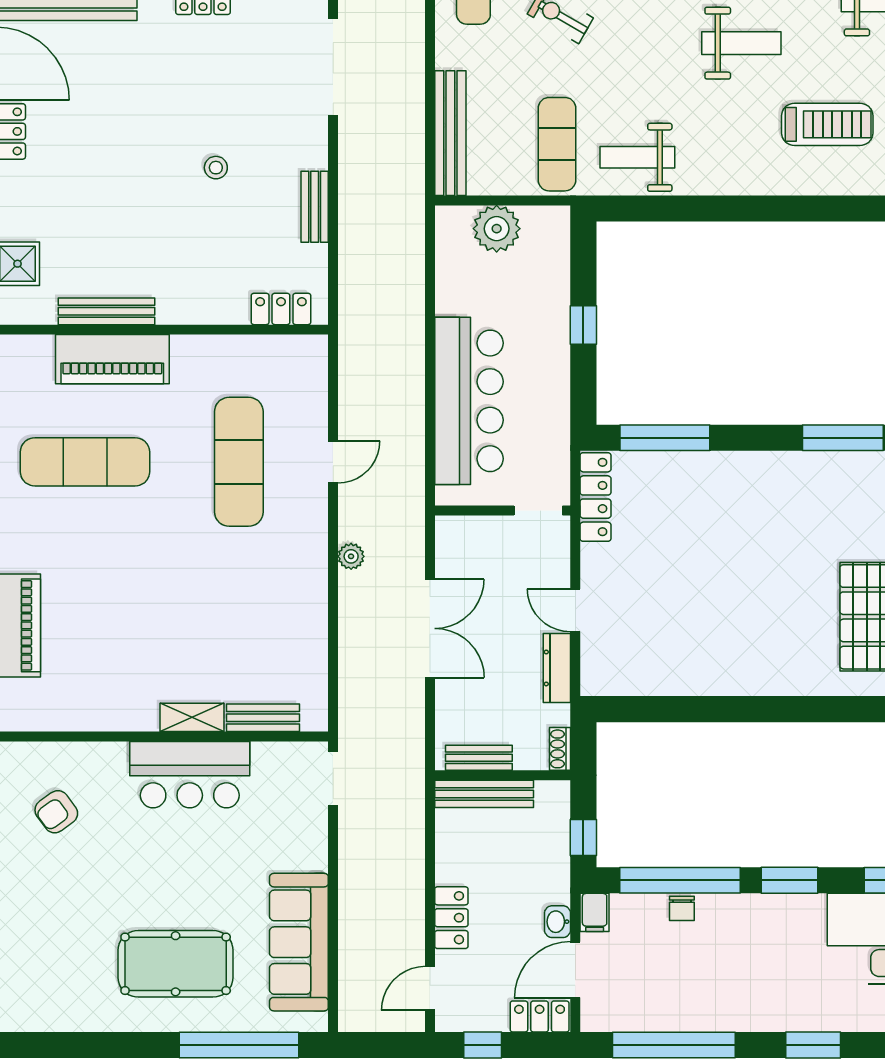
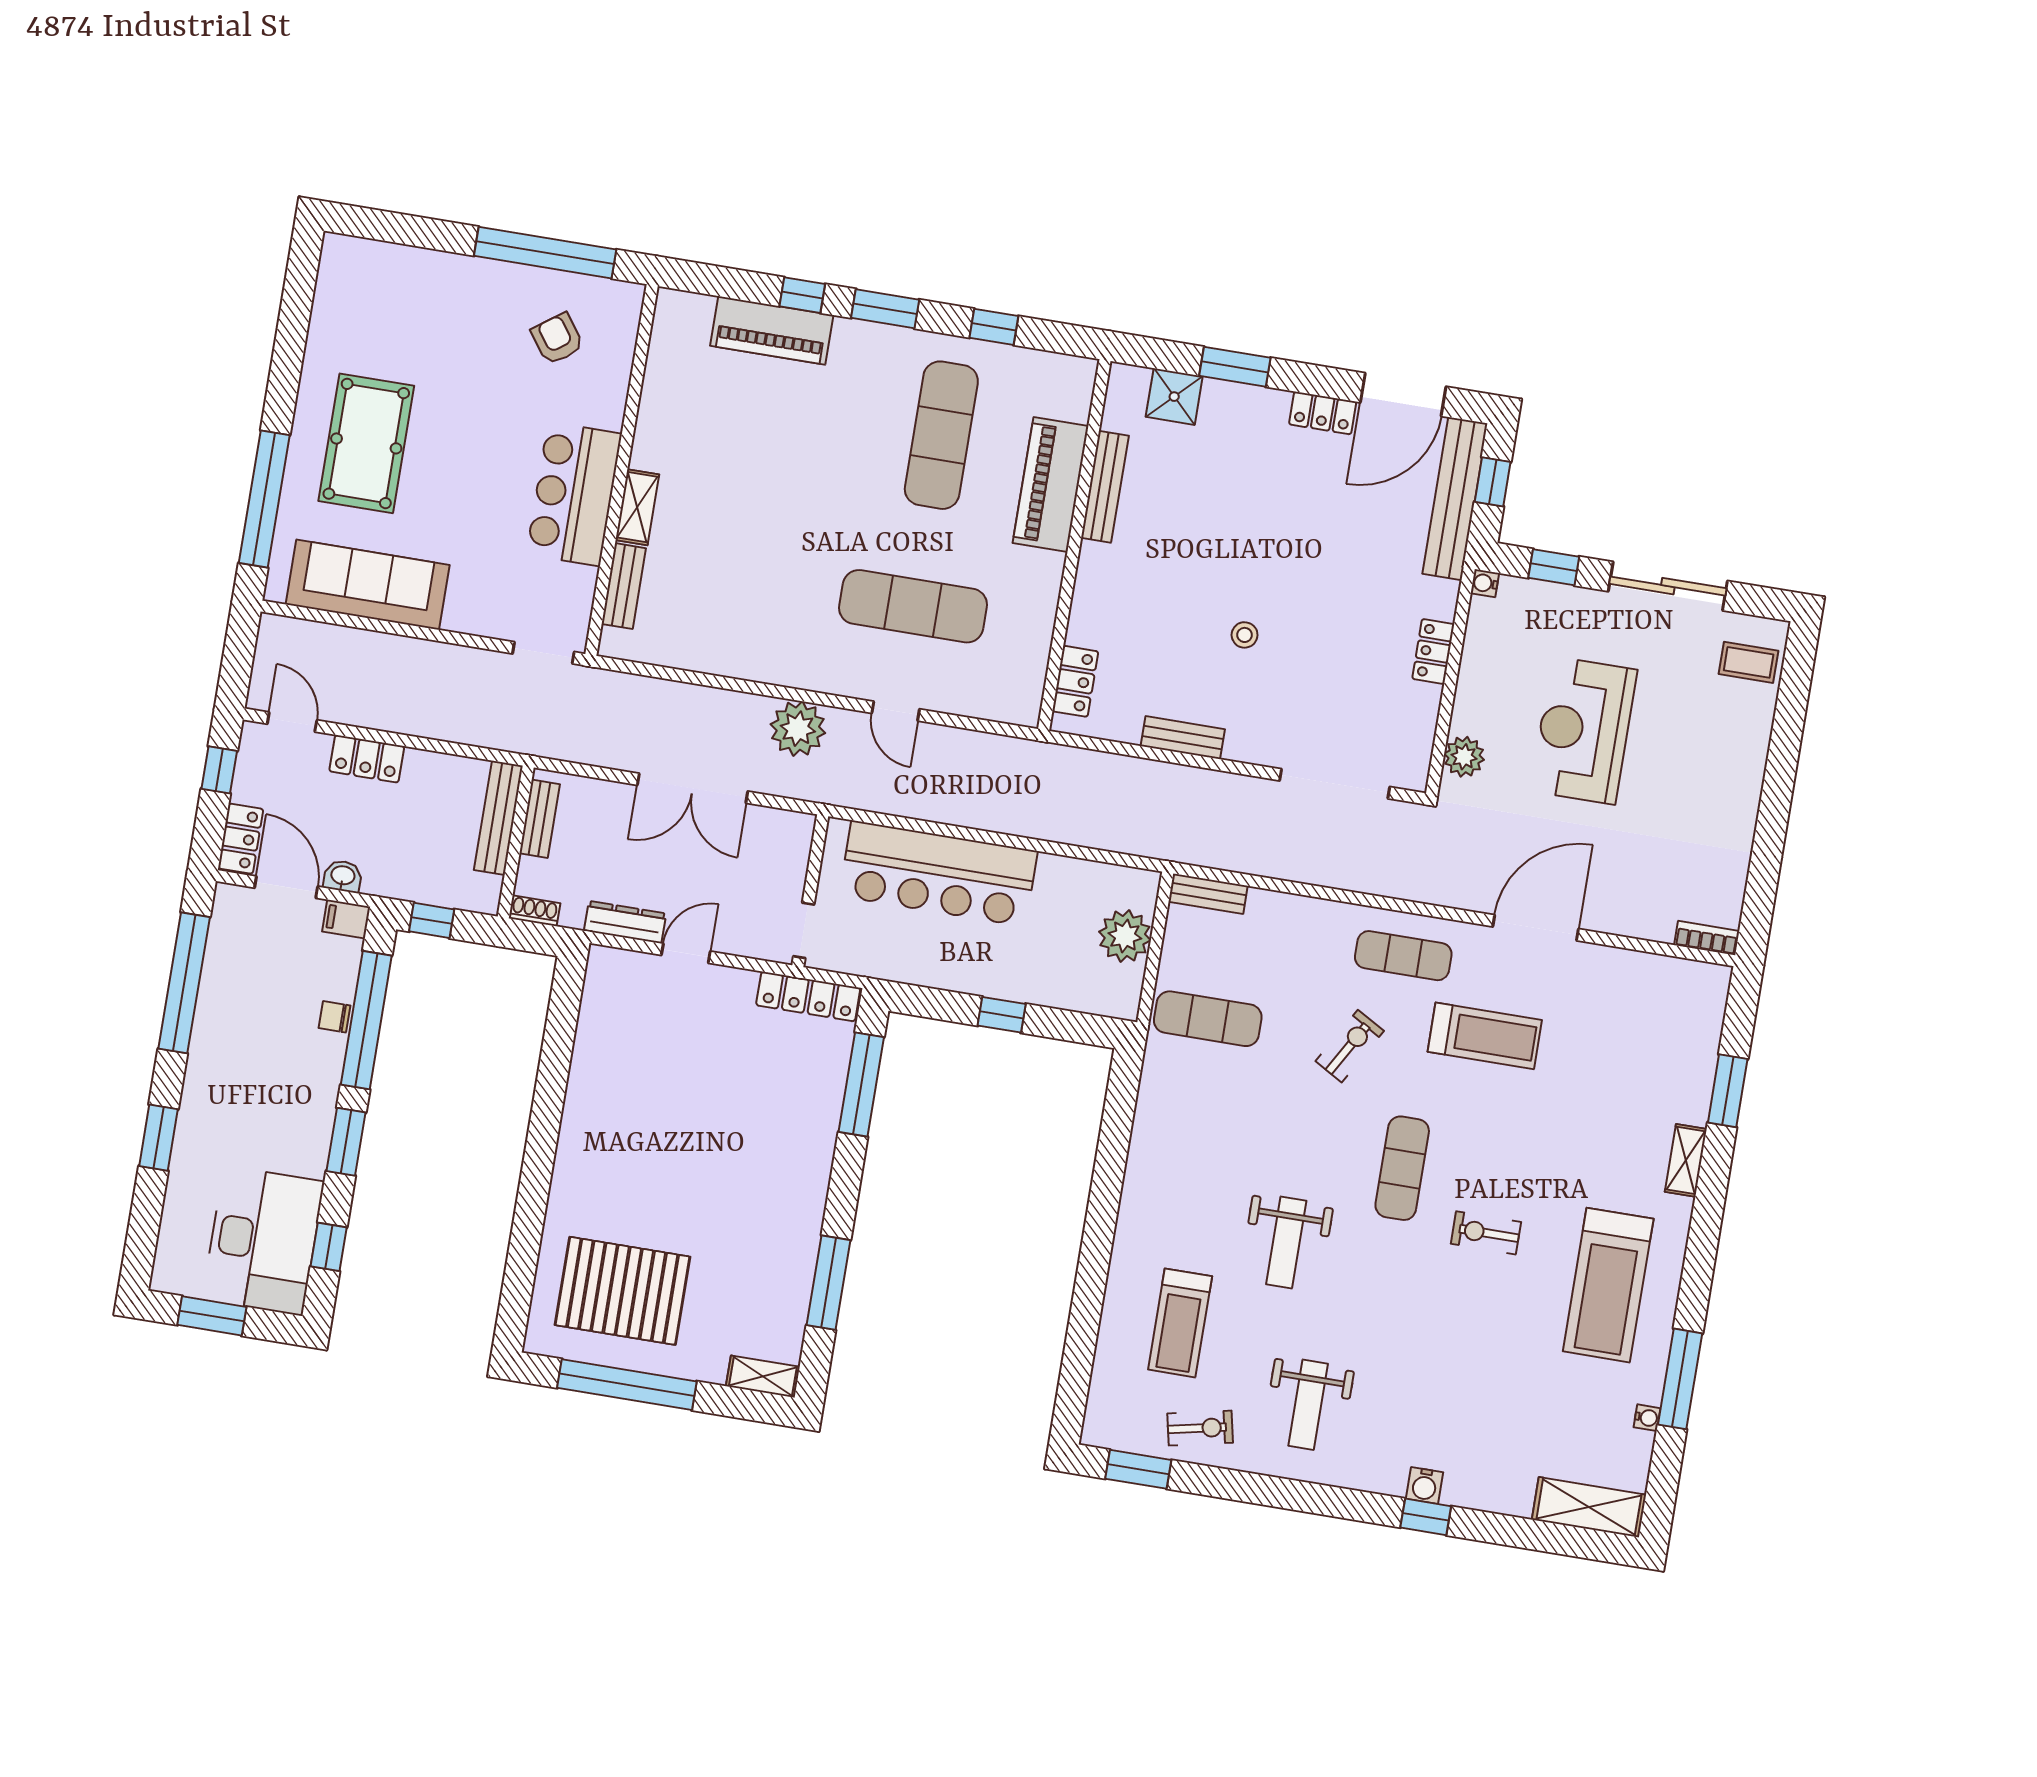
bench: (450, 133) -> (1208, 894), width x0.54, depth x0.82
weight bench: (637, 157) -> (1178, 1106), removed
plant: (351, 556) -> (798, 729), width x1.88, depth x1.88

